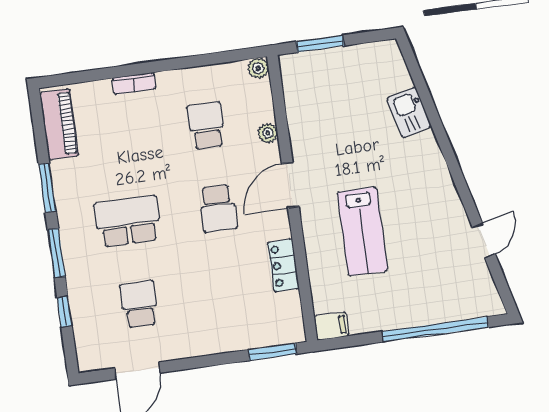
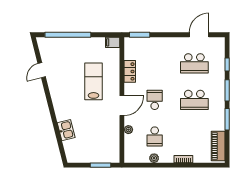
plant: (258, 68) -> (154, 158), moved
school desk: (139, 304) -> (194, 63), width x1.85

